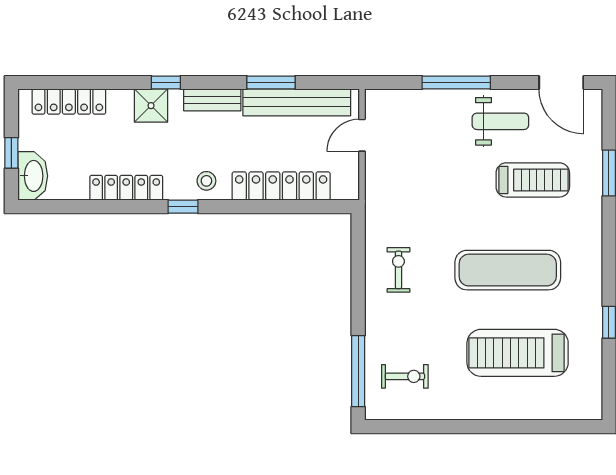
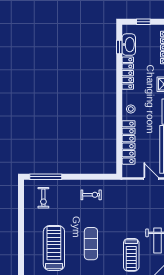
washbasin: (33, 176) -> (129, 45), moved, turned -90
window: (183, 207) -> (119, 47), moved
exercise mat: (508, 270) -> (91, 244), width x0.73, depth x0.69

